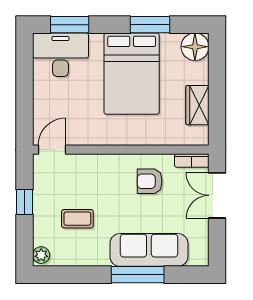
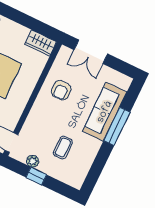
wardrobe: (197, 105) -> (41, 43), moved
bookcase: (192, 161) -> (61, 57), removed
plant: (41, 255) -> (33, 161), moved

